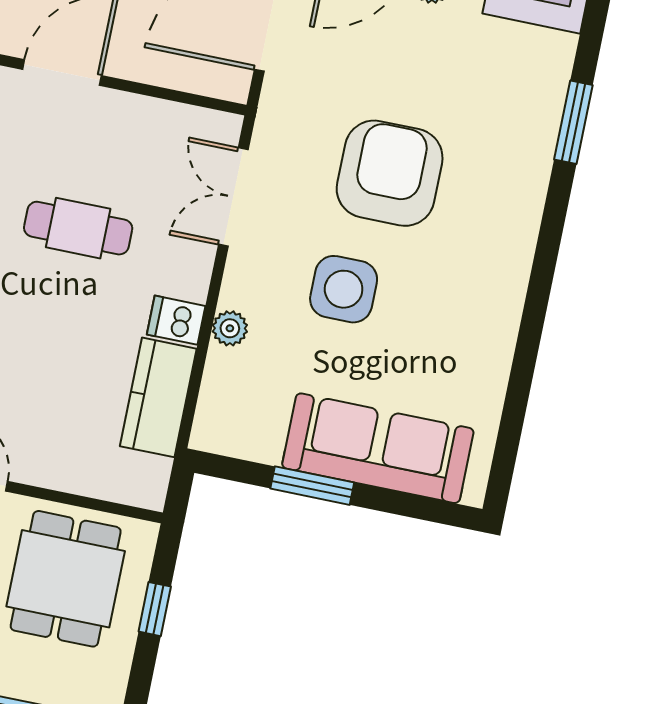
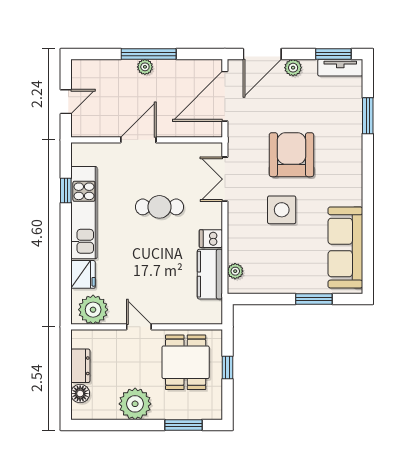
plant: (230, 328) -> (235, 271), moved
sofa: (378, 448) -> (345, 247), moved, turned -90
window: (312, 486) -> (314, 299), moved

